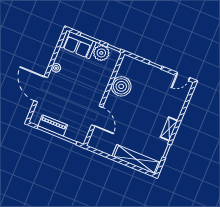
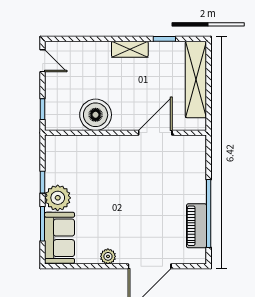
boiler: (121, 86) -> (96, 115), moved
wall: (104, 99) -> (126, 133), moved
door: (97, 116) -> (155, 133), moved

